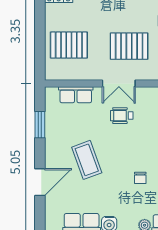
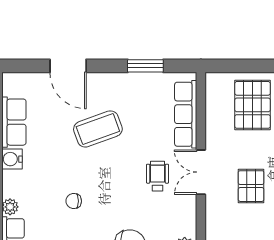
pallet: (129, 46) -> (251, 186), width x0.67, depth x0.71
row of seats: (76, 95) -> (186, 114), width x1.48

